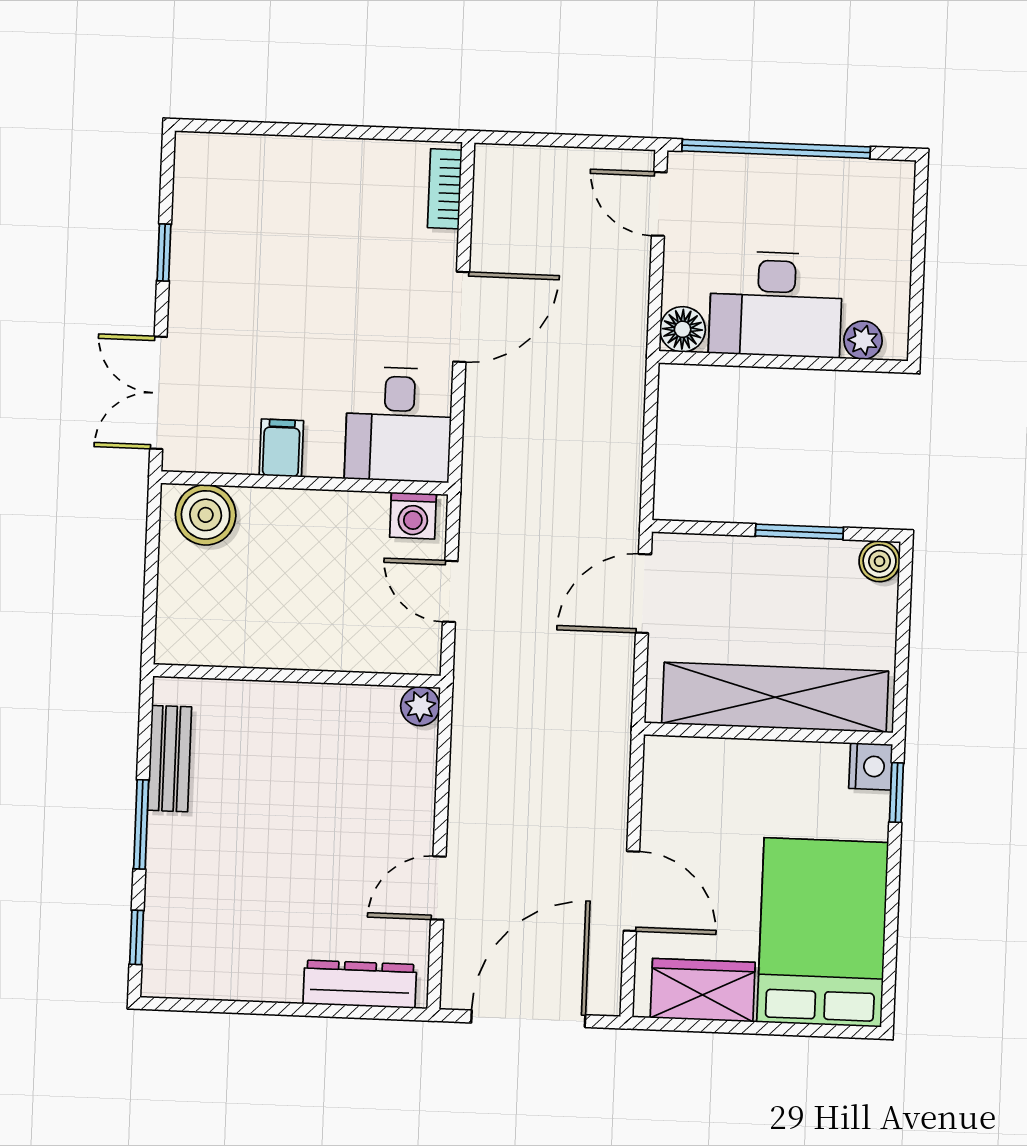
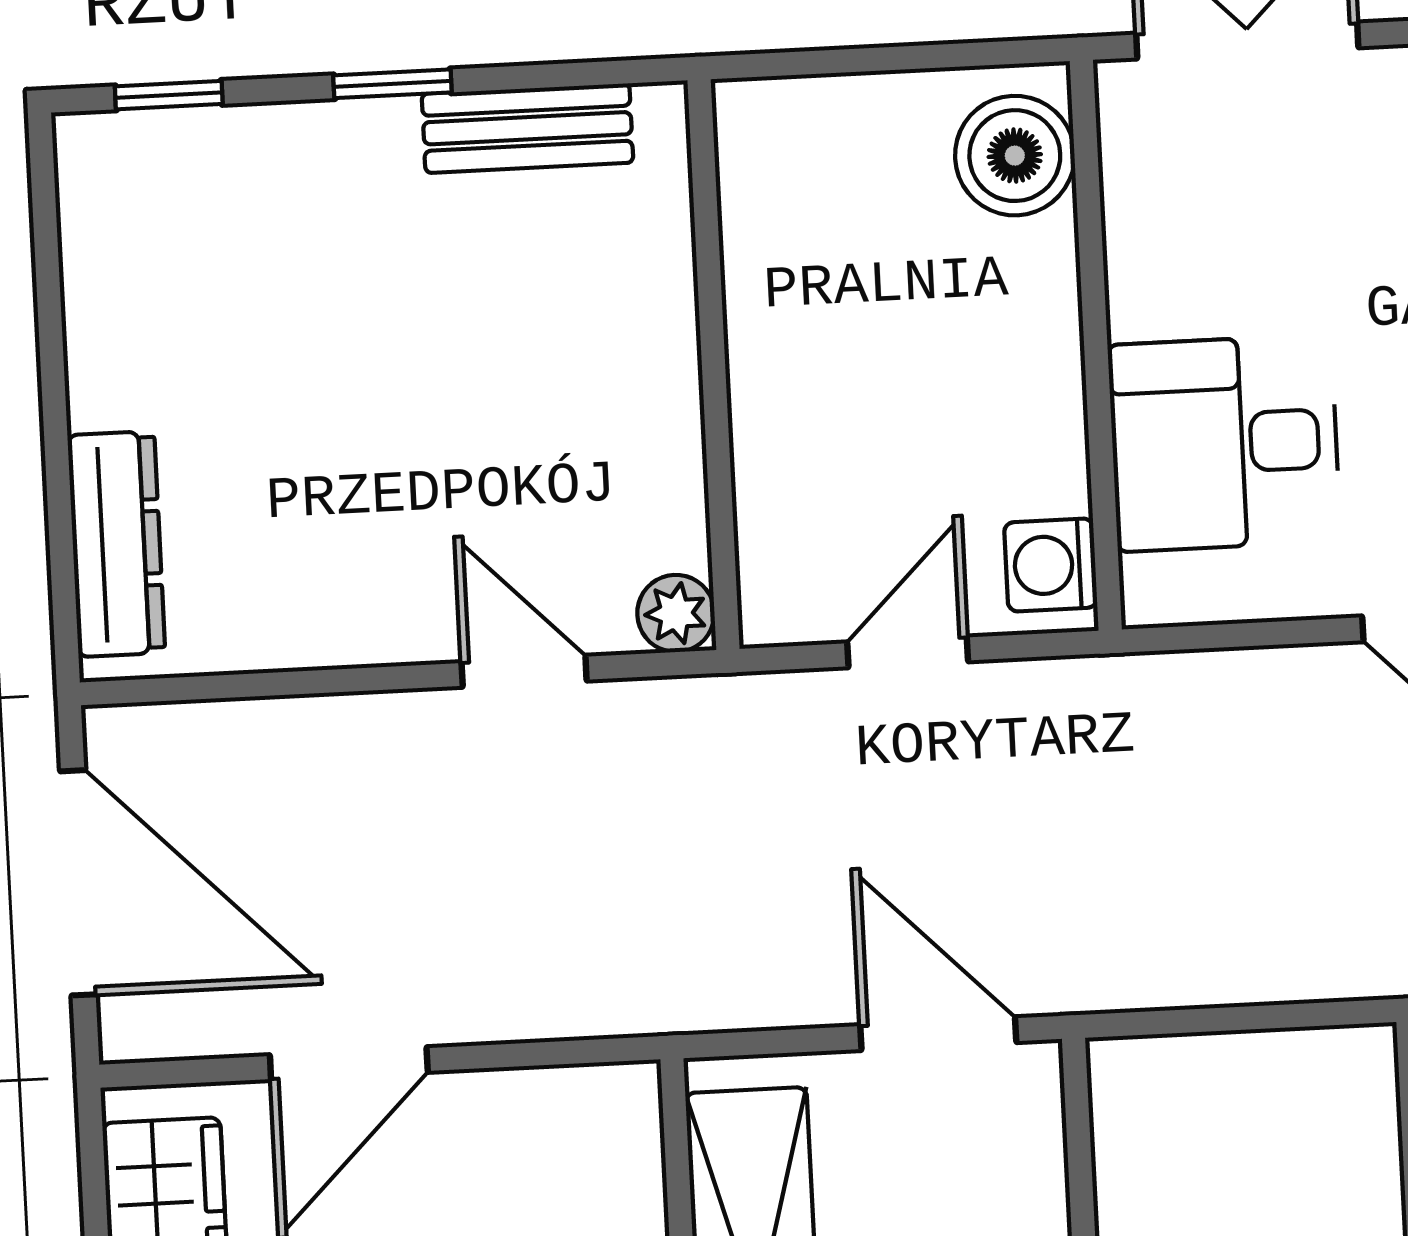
desk: (399, 424) -> (1224, 443), moved
filing cabinet: (281, 448) -> (1161, 293), removed
window: (141, 824) -> (392, 84), width x0.67
door: (438, 888) -> (524, 671), moved

